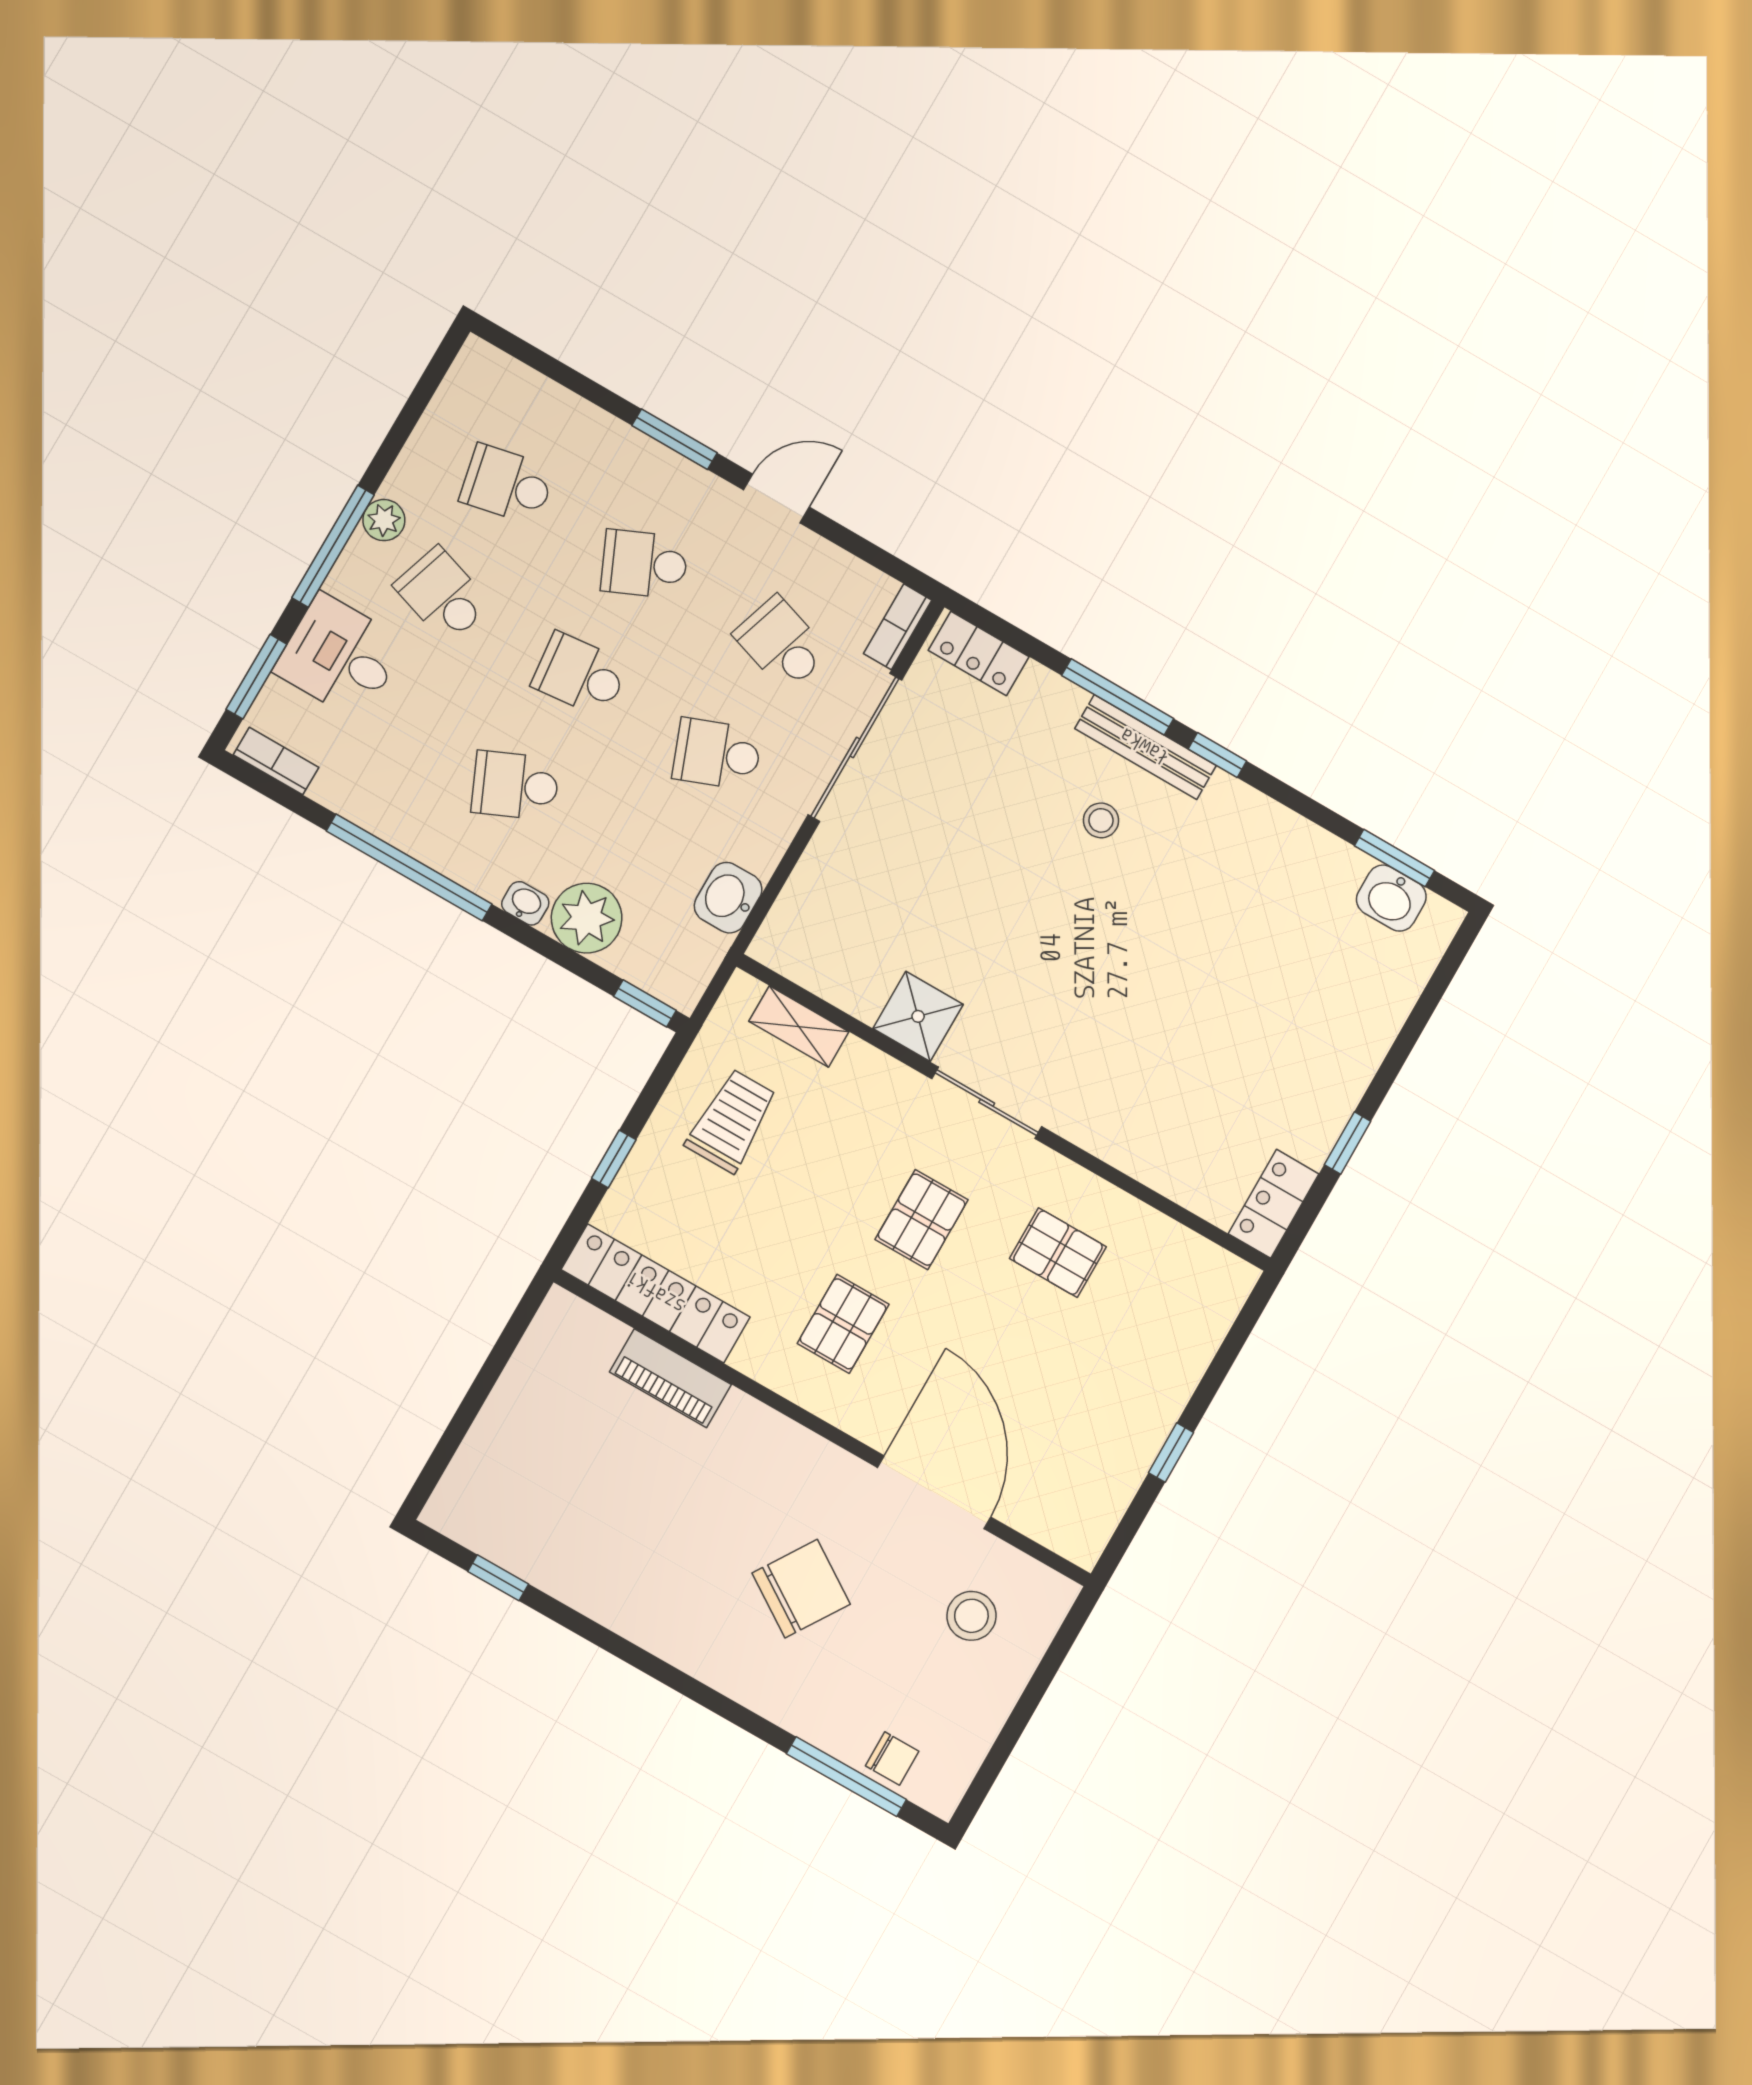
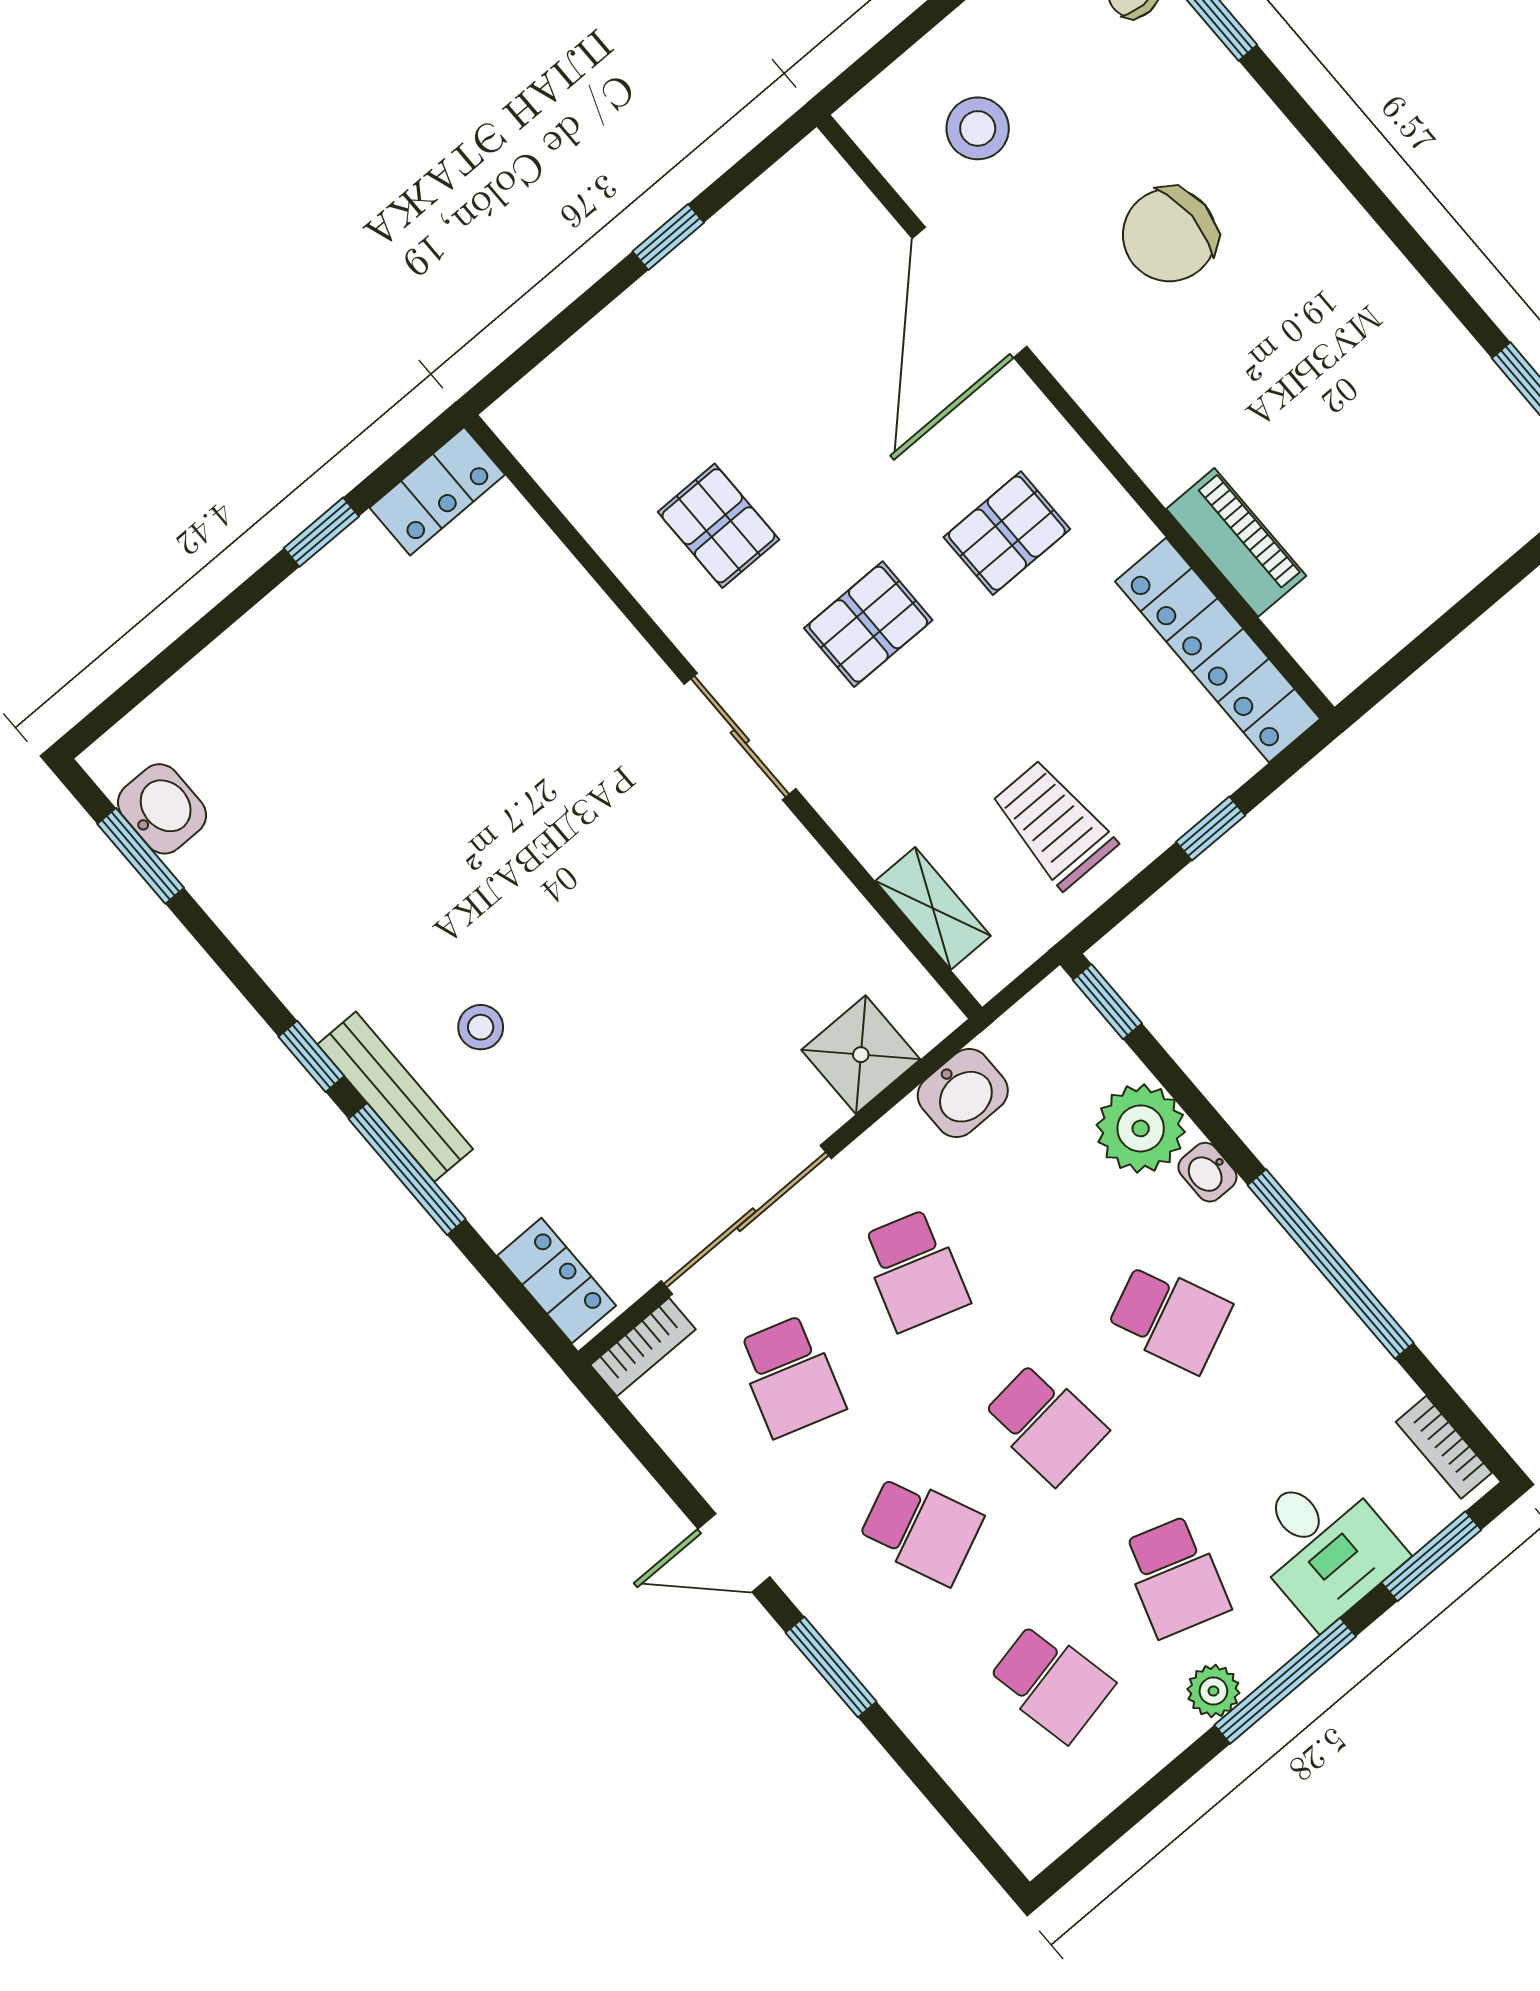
school desk: (717, 754) -> (915, 1270), turned 39
shower: (918, 1016) -> (861, 1055), moved
trolley: (732, 1121) -> (1054, 824), turned 90
chair: (801, 1589) -> (1169, 235), turned -33

